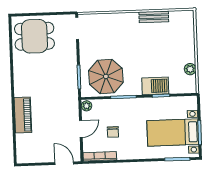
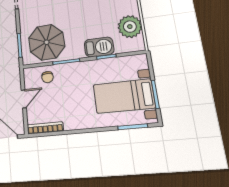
plant: (190, 69) -> (130, 27), width x1.88, depth x1.88
plant: (87, 106) -> (28, 74), removed
chair: (113, 132) -> (47, 77), moved

